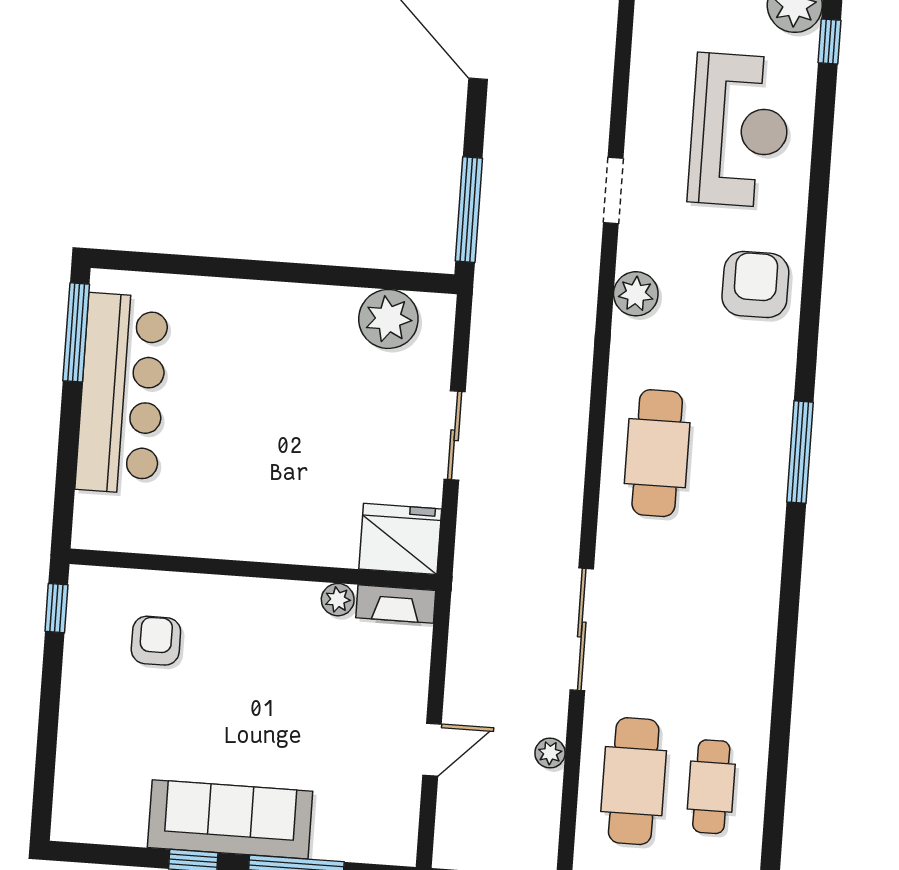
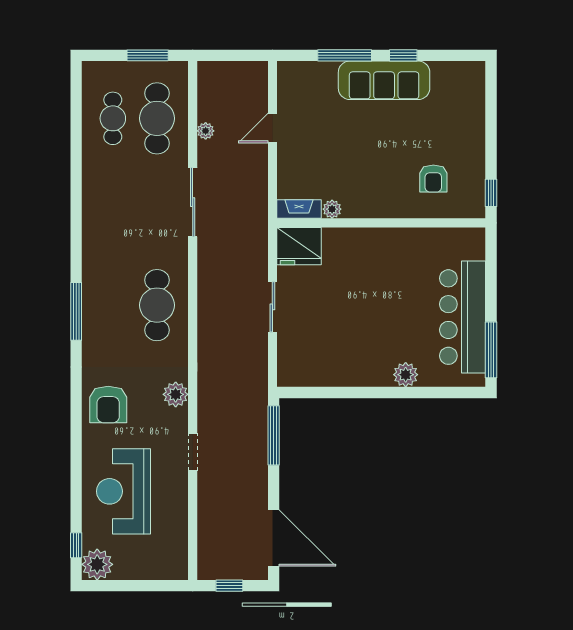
plant: (388, 319) -> (406, 375), moved, width x0.73, depth x0.73

